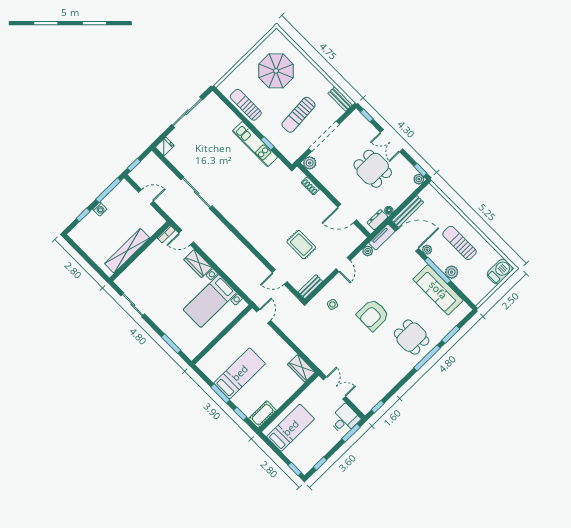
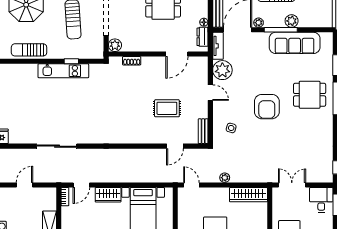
plant: (368, 251) -> (222, 70), width x1.87, depth x1.87
plant: (292, 335) -> (225, 178), added
wardrobe: (301, 368) -> (248, 195), width x1.50

